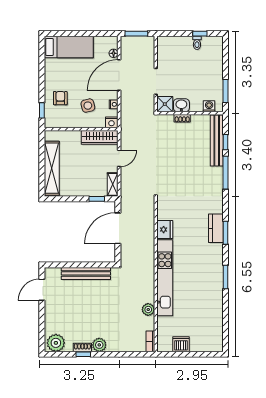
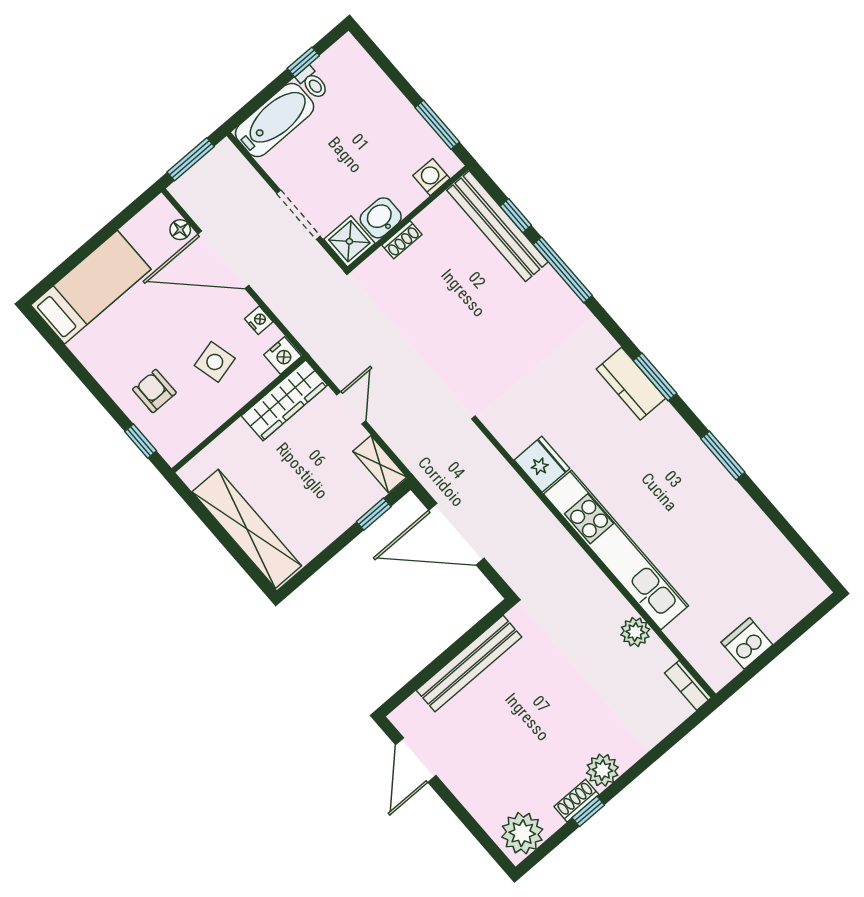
bathtub: (174, 44) -> (275, 120), added
door: (119, 75) -> (223, 260), hinge flipped
door: (118, 228) -> (456, 534), hinge flipped

